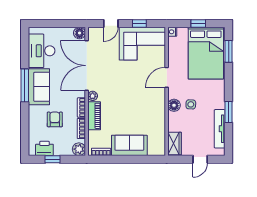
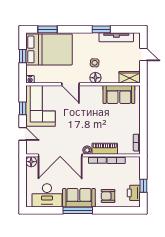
armchair: (55, 119) -> (108, 196), moved
sofa: (129, 145) -> (119, 94), moved, turned -90
plant: (79, 149) -> (134, 162), removed

